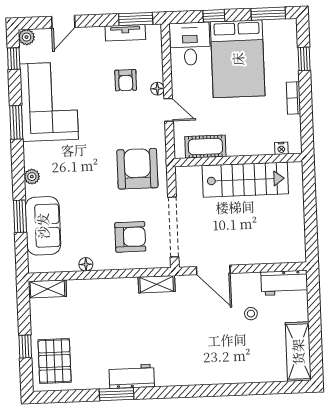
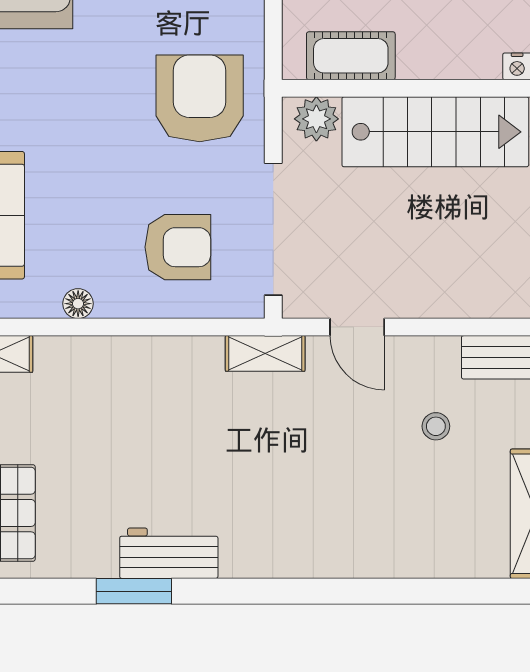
plant: (191, 176) -> (316, 119), added
door: (213, 270) -> (357, 327), width x0.73
shelving: (157, 284) -> (265, 353), moved

